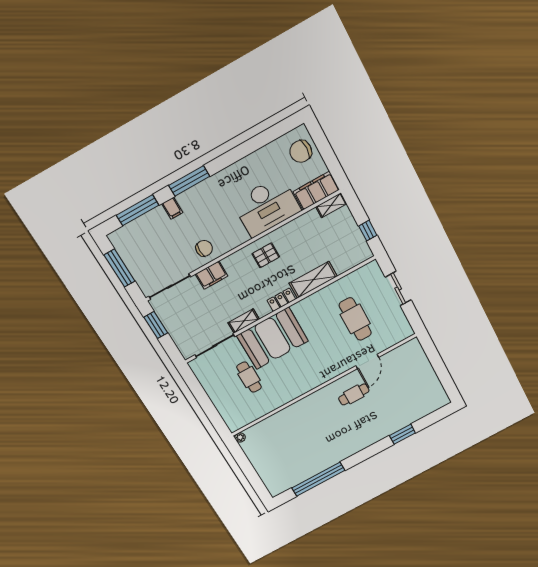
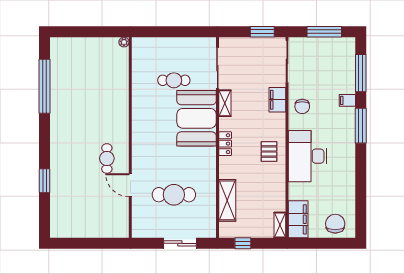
desk: (267, 206) -> (308, 156), moved
shelving: (313, 280) -> (227, 200), moved

